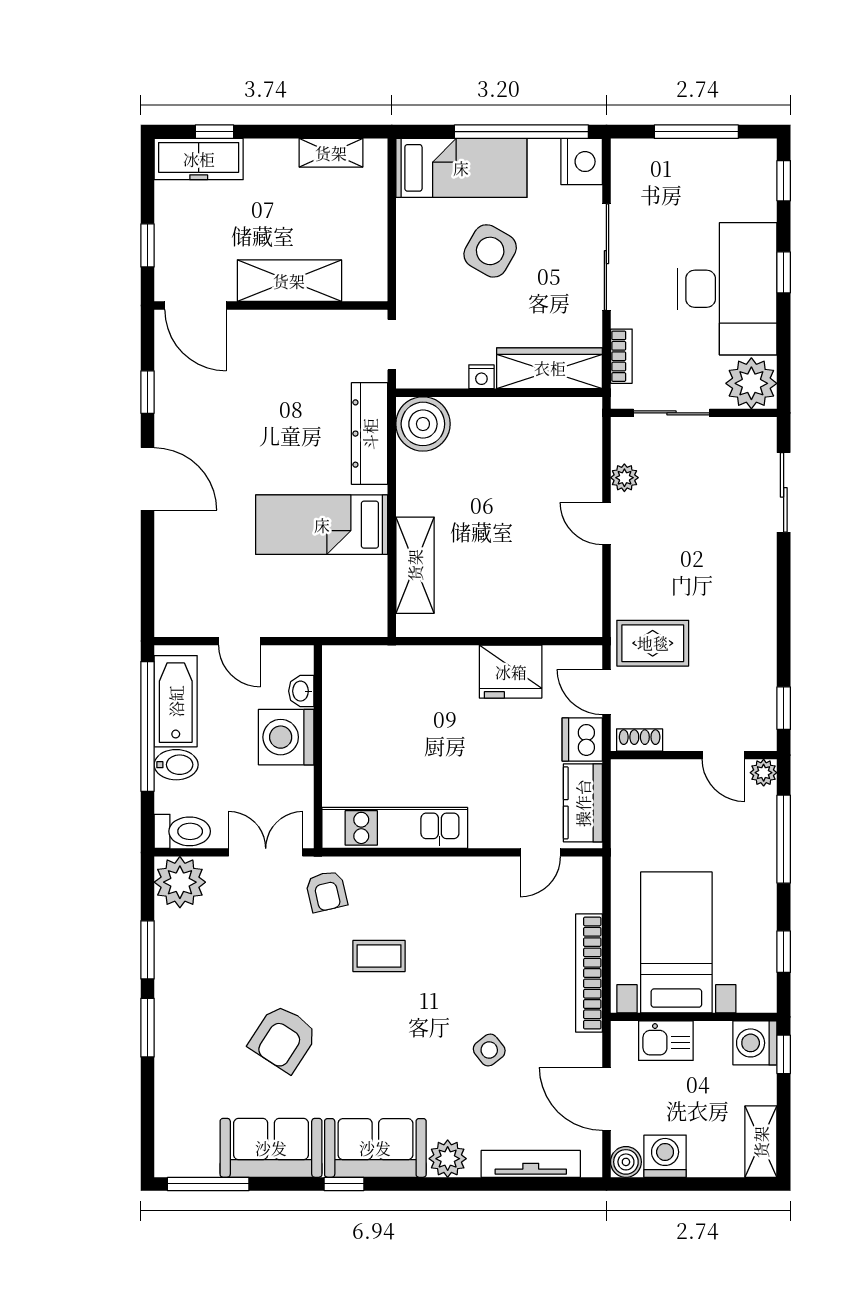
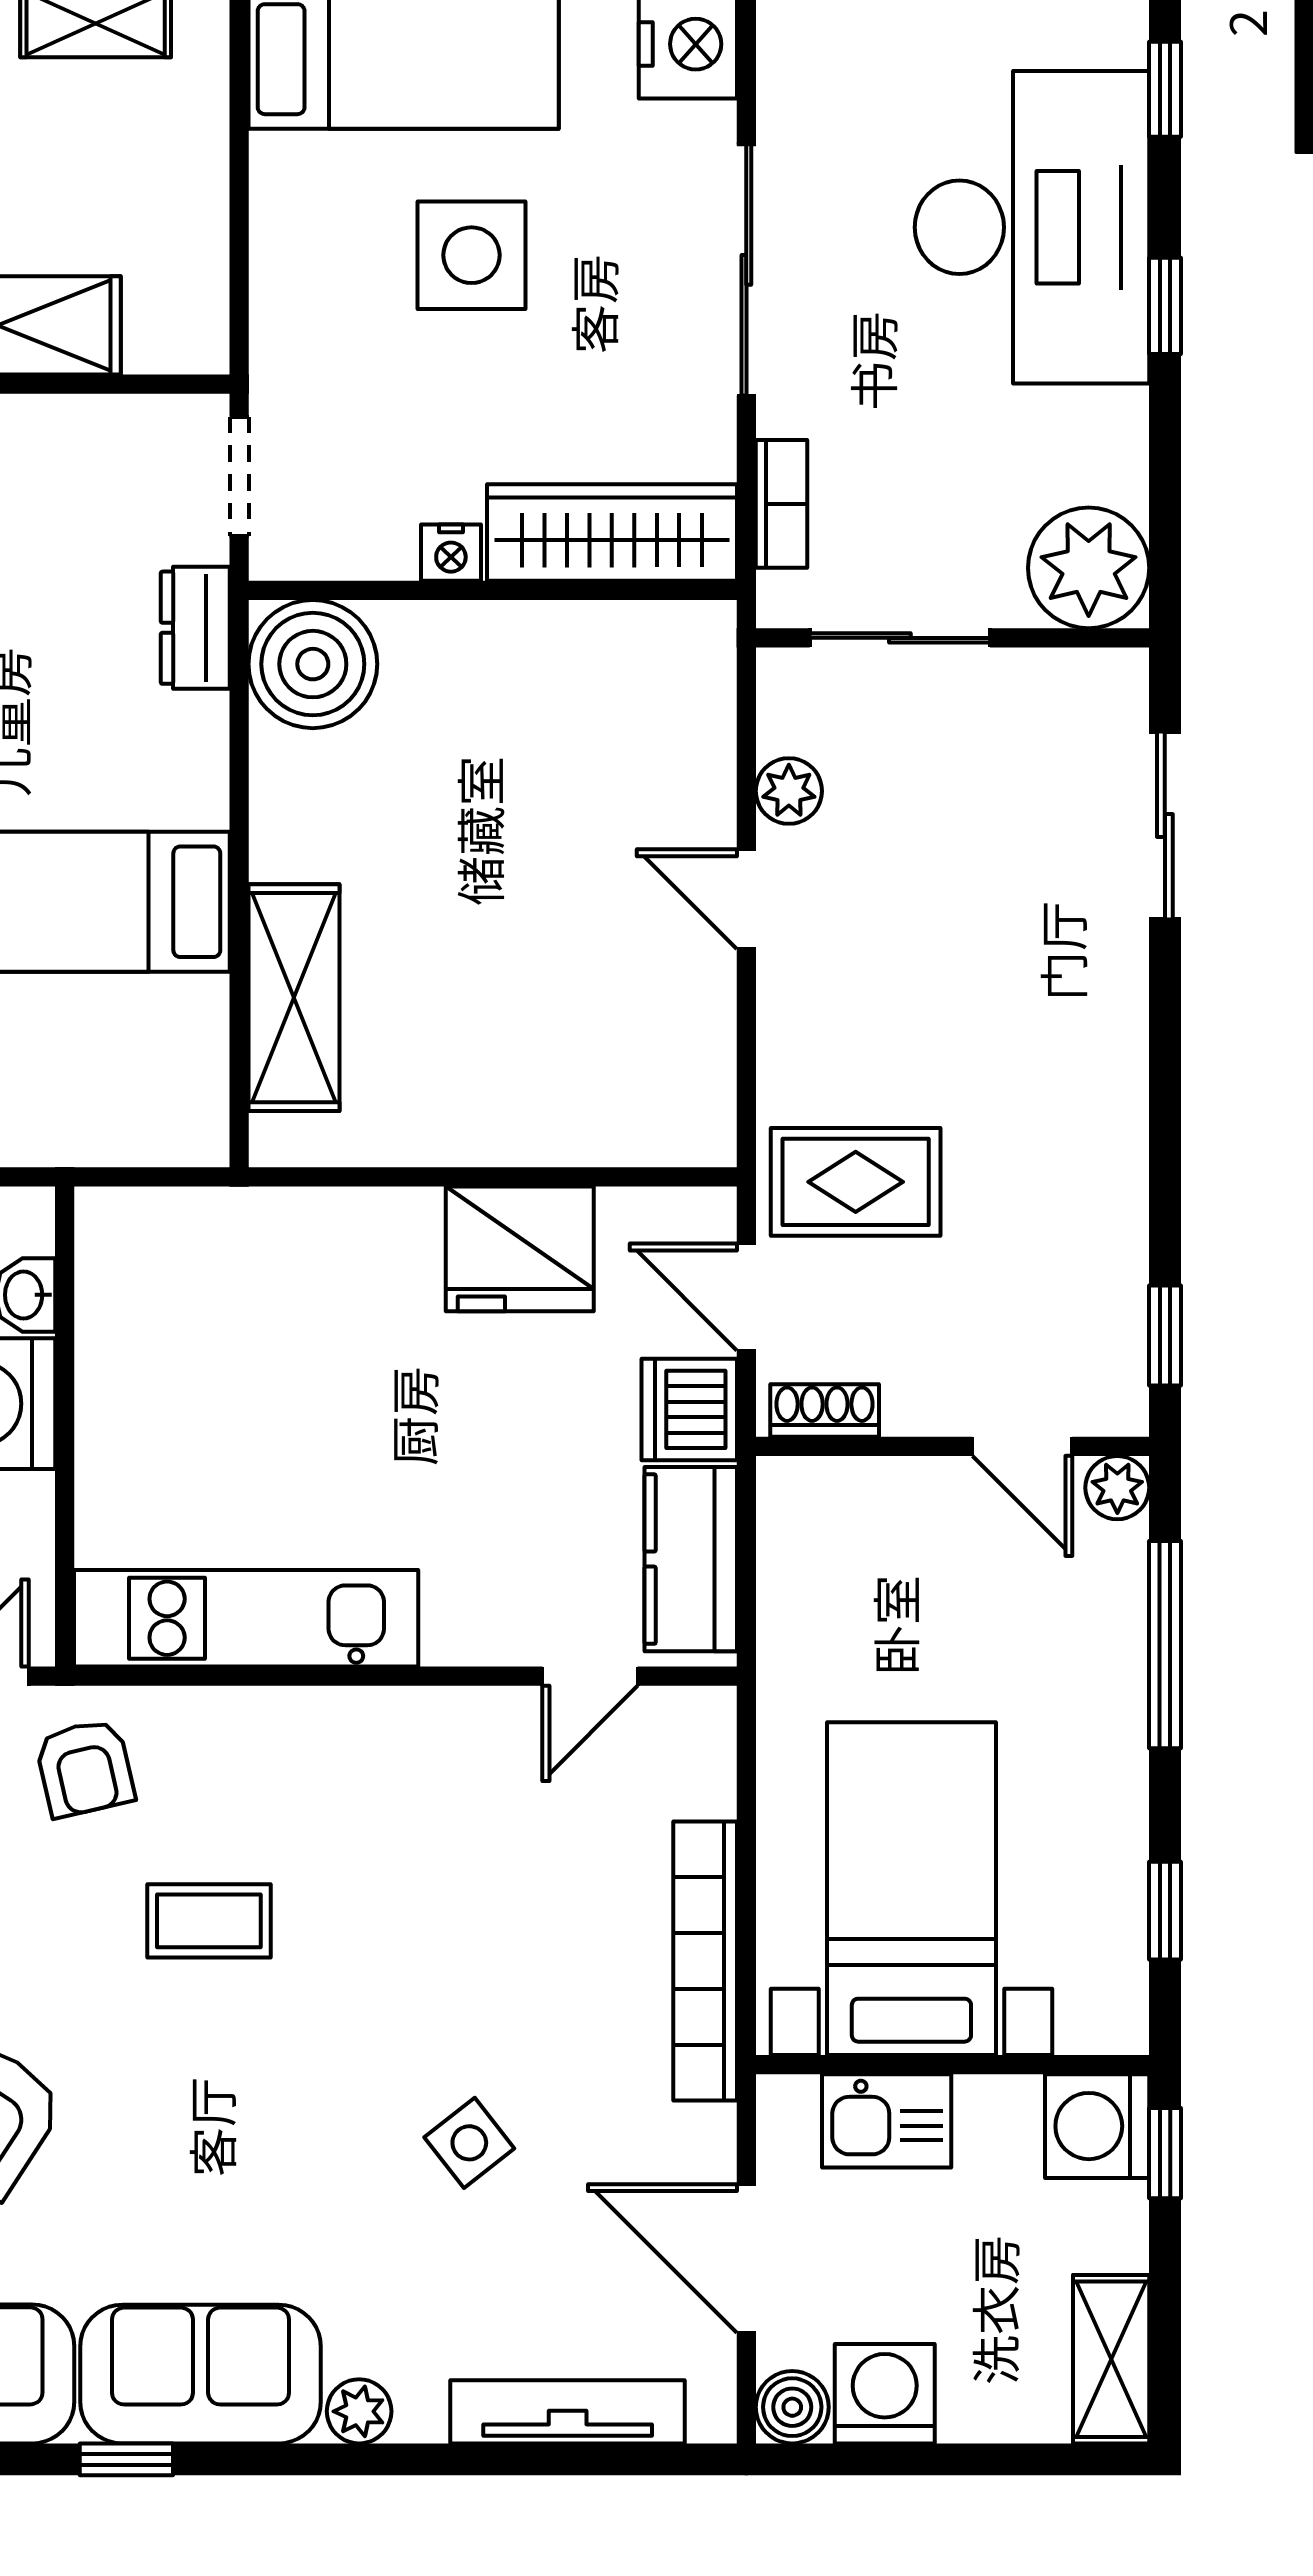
side table: (490, 251) -> (471, 255), turned -30
desk: (727, 289) -> (1032, 227), moved
dresser: (370, 434) -> (195, 628), width x0.51, depth x0.80
plant: (448, 1159) -> (359, 2411), width x0.73, depth x0.73

